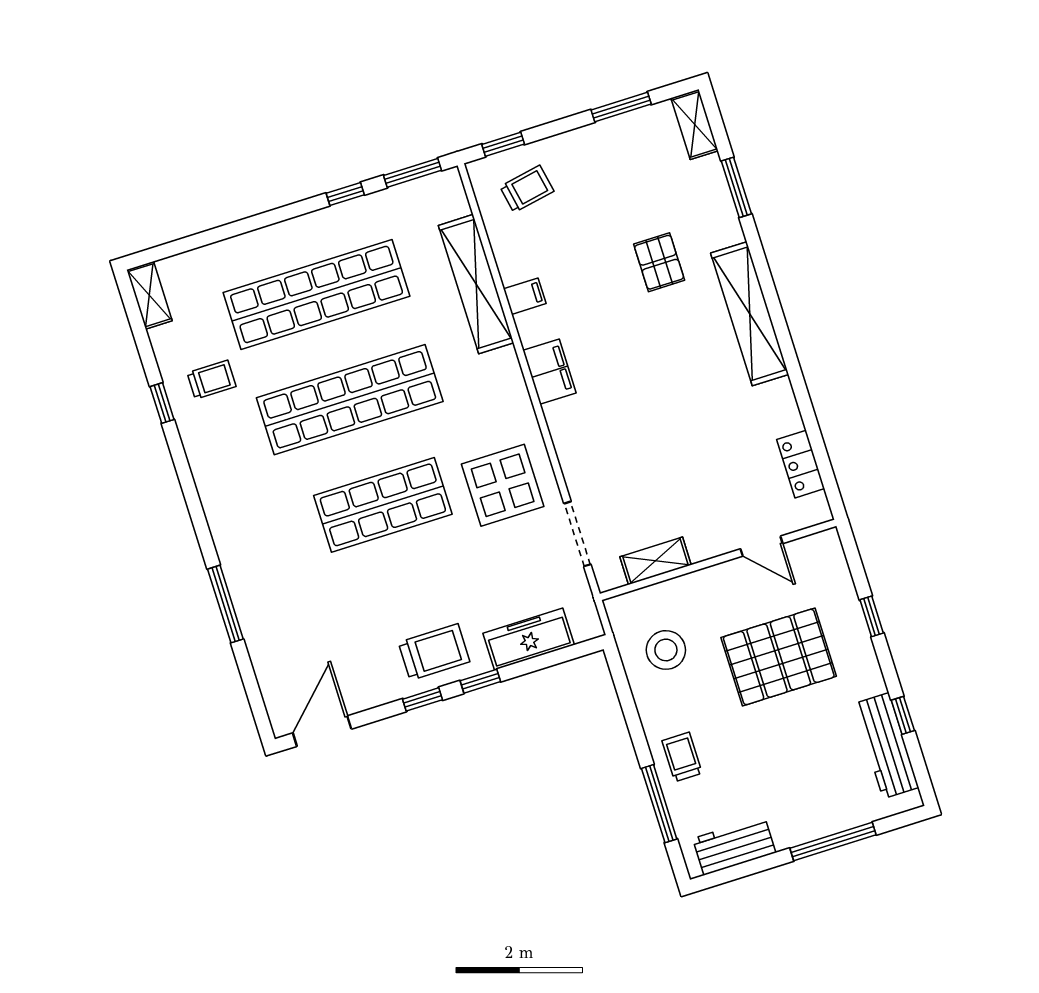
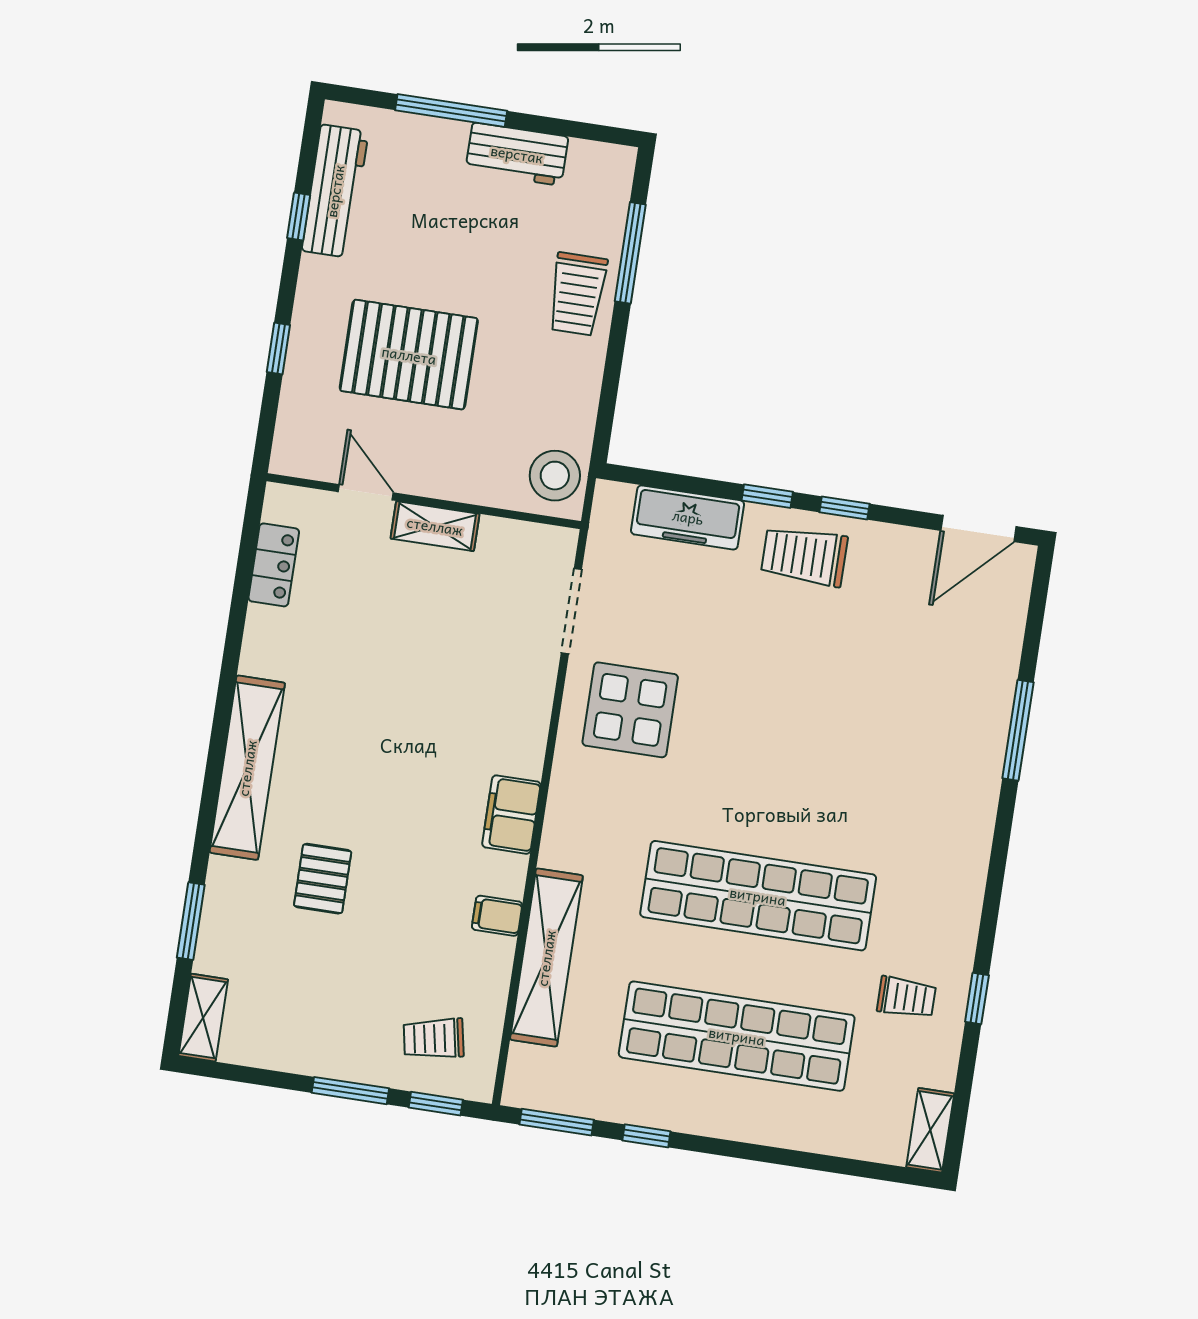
window: (621, 107) -> (350, 1091), moved
trolley: (212, 380) -> (906, 997), turned 180
shop shelf: (383, 505) -> (780, 755), removed
shelving: (656, 561) -> (435, 526), moved
stool: (666, 650) -> (555, 476), moved
trolley: (682, 757) -> (577, 294), width x1.36, depth x1.39
workbench: (734, 846) -> (517, 154), moved

